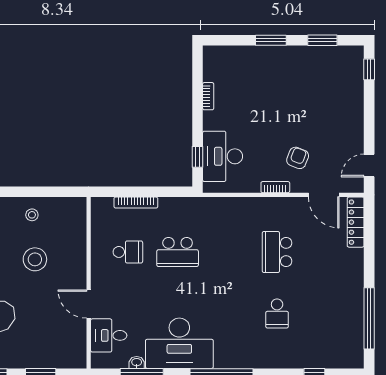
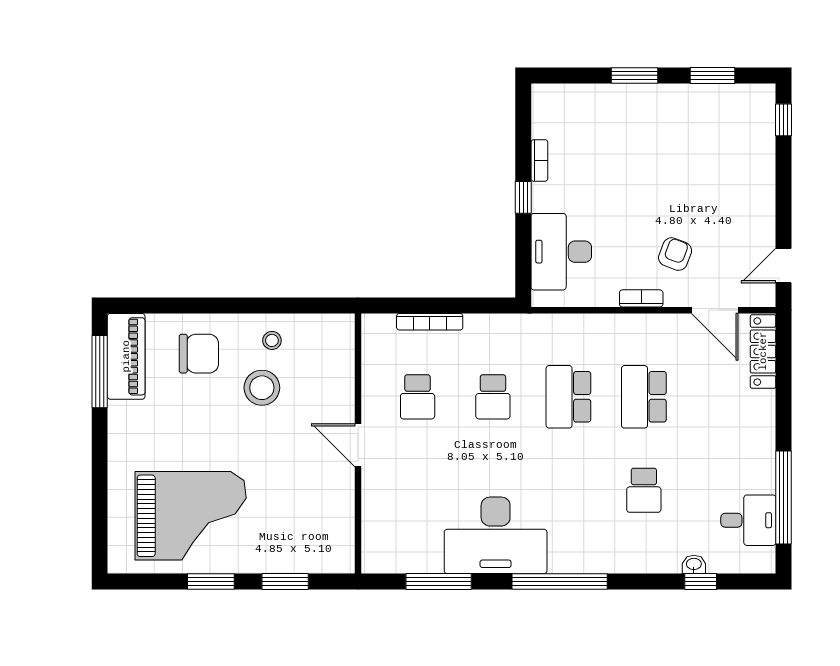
window: (197, 157) -> (523, 197), moved
school desk: (128, 252) -> (418, 397), turned 90
school desk: (178, 252) -> (493, 397), width x0.54
school desk: (227, 252) -> (568, 397), added
stool: (35, 259) -> (262, 388), moved
door: (89, 304) -> (358, 445), moved
desk: (109, 335) -> (748, 520), moved, turned 180
washbasin: (137, 362) -> (694, 564), moved

